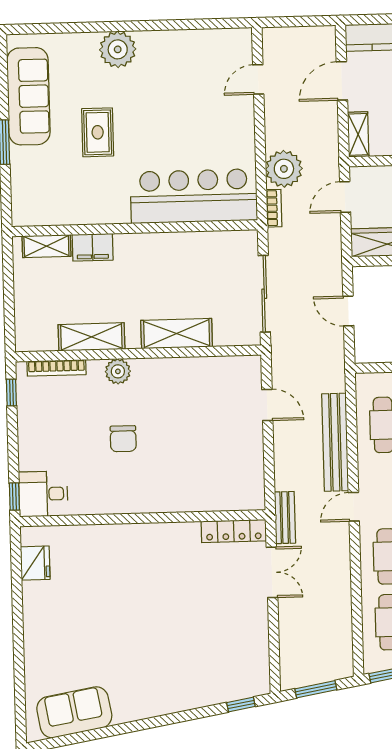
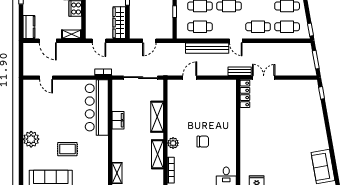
plant: (284, 169) -> (86, 67), removed
filing cabinet: (93, 247) -> (118, 120), moved

